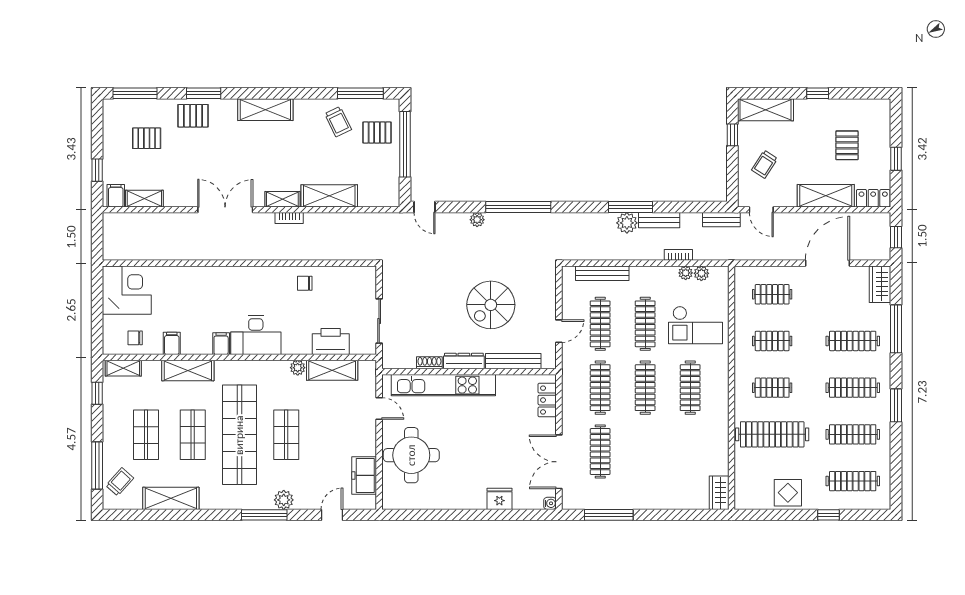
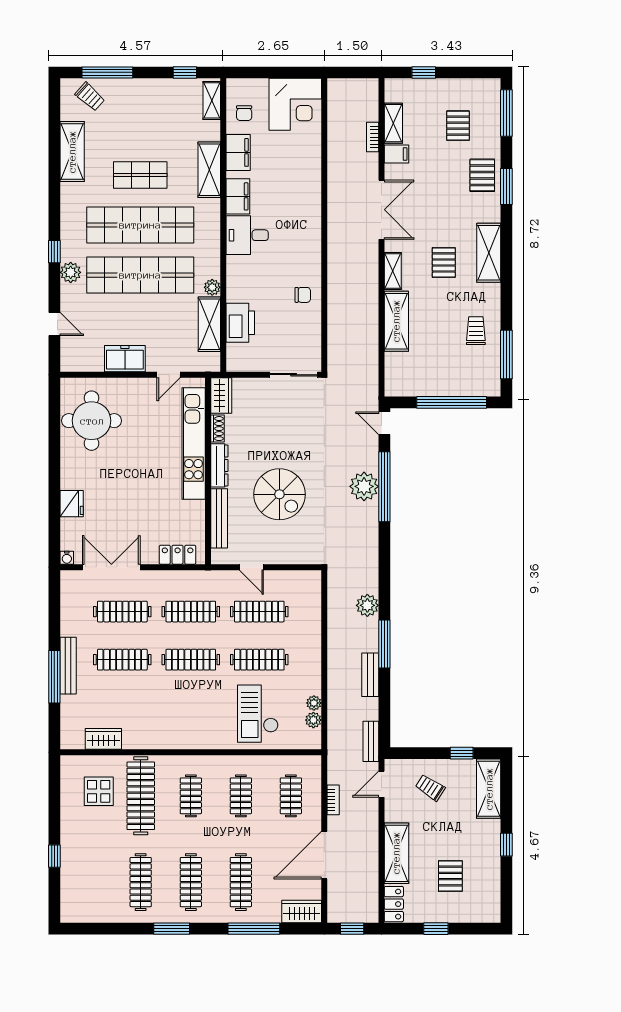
trolley: (338, 122) -> (476, 331), turned 116
pallet: (377, 133) -> (444, 262), moved
pallet: (847, 145) -> (450, 876), turned 90
filing cabinet: (116, 196) -> (397, 154), moved
door: (425, 207) -> (384, 423), hinge flipped
window: (518, 207) -> (384, 487), moved
bookcase: (289, 218) -> (373, 137), moved
plant: (477, 220) -> (364, 486), width x1.88, depth x1.88
plant: (627, 223) -> (367, 605), moved
bookcase: (678, 255) -> (333, 800), moved
door: (827, 263) -> (324, 855), swing flipped
bench: (602, 273) -> (68, 666), moved
chair: (305, 283) -> (303, 295), turned 90
spiral stairs: (491, 305) -> (279, 494), turned 180
sliding door: (379, 321) -> (294, 375), moved
desk: (256, 335) -> (247, 235), width x0.73
chair: (135, 338) -> (244, 113), turned 180
filing cabinet: (172, 343) -> (238, 152), width x2.00
filing cabinet: (221, 344) -> (238, 196), width x2.00
wardrobe: (399, 359) -> (221, 395), added
clothes rail: (690, 388) -> (122, 660), moved
shop shelf: (146, 435) -> (140, 125), removed
shop shelf: (286, 435) -> (140, 275), width x2.00, depth x1.36
round table: (411, 455) -> (92, 421), moved
freezer: (364, 475) -> (125, 359), moved
clothes rail: (853, 481) -> (91, 882), removed
wardrobe: (719, 493) -> (103, 739), moved
display table: (788, 493) -> (99, 791), moved
window: (264, 515) -> (54, 252), width x0.46
window: (609, 515) -> (54, 677), moved

